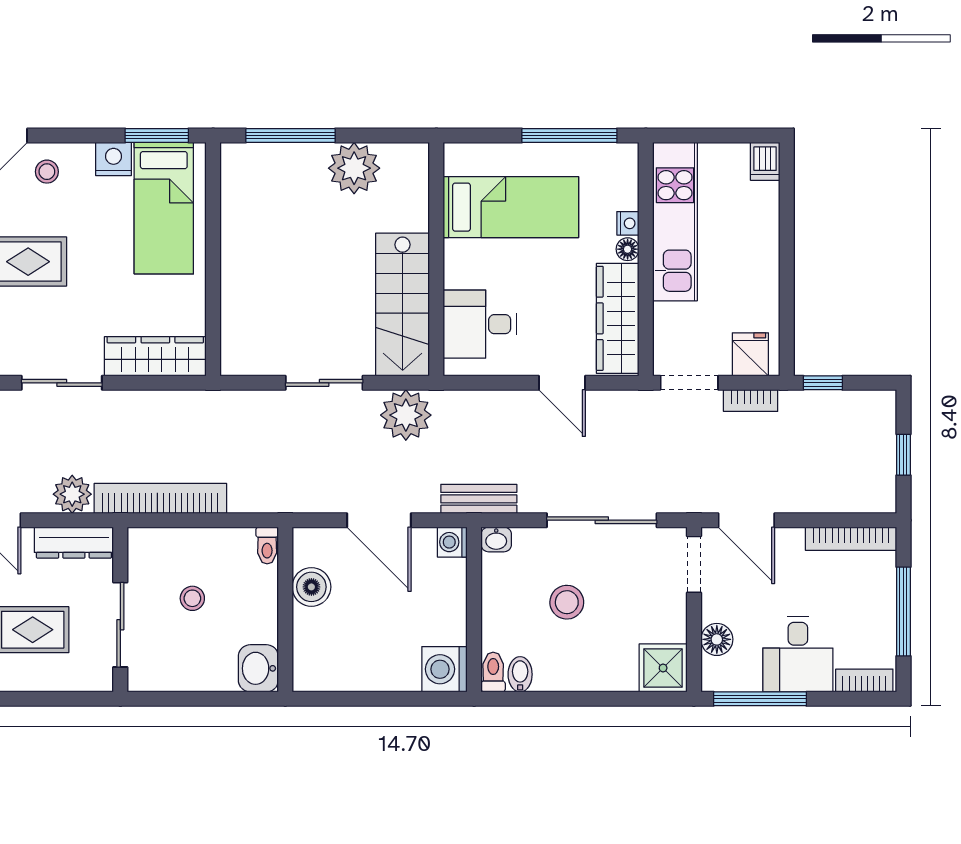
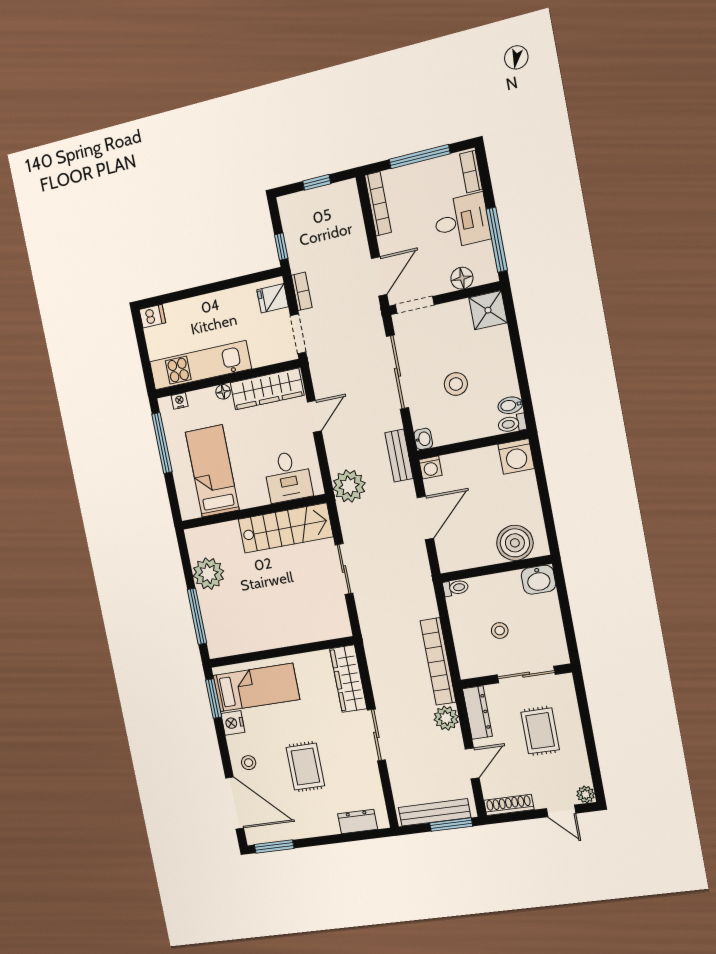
nightstand: (628, 223) -> (180, 401), moved
plant: (406, 415) -> (349, 486), moved
boiler: (311, 587) -> (515, 543), moved, width x1.37, depth x1.37

